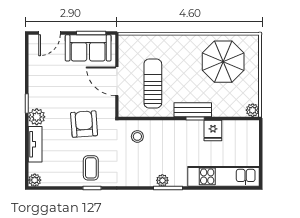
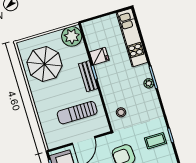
plant: (253, 110) -> (72, 36), width x1.87, depth x1.87

